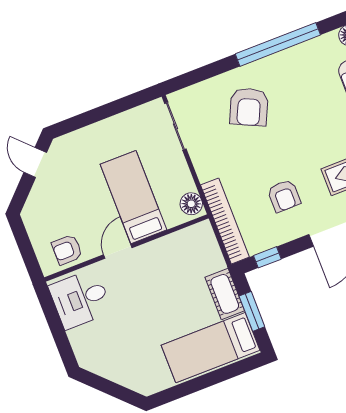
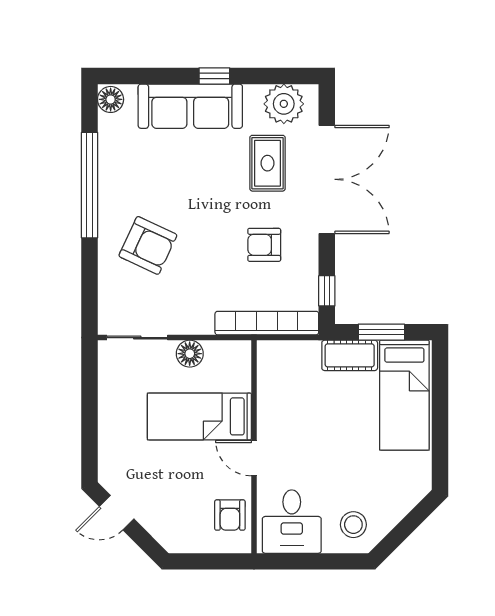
armchair: (284, 196) -> (264, 245), turned 180
floor lamp: (191, 204) -> (190, 354), moved
stool: (96, 347) -> (353, 525), added

